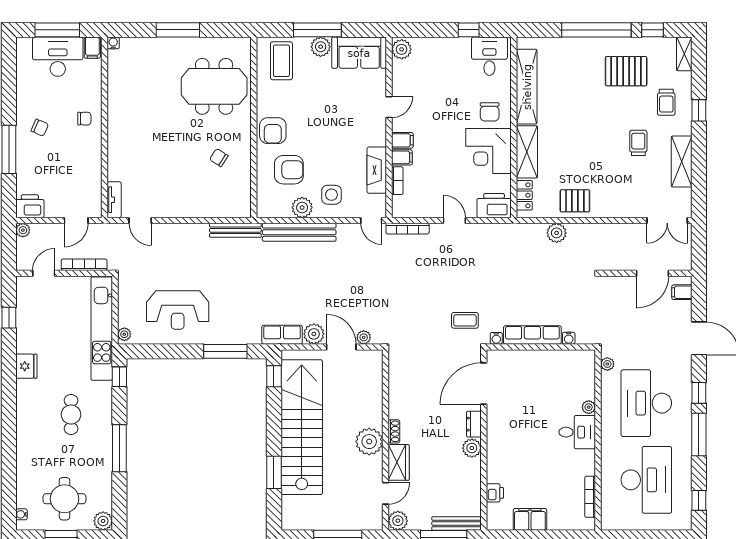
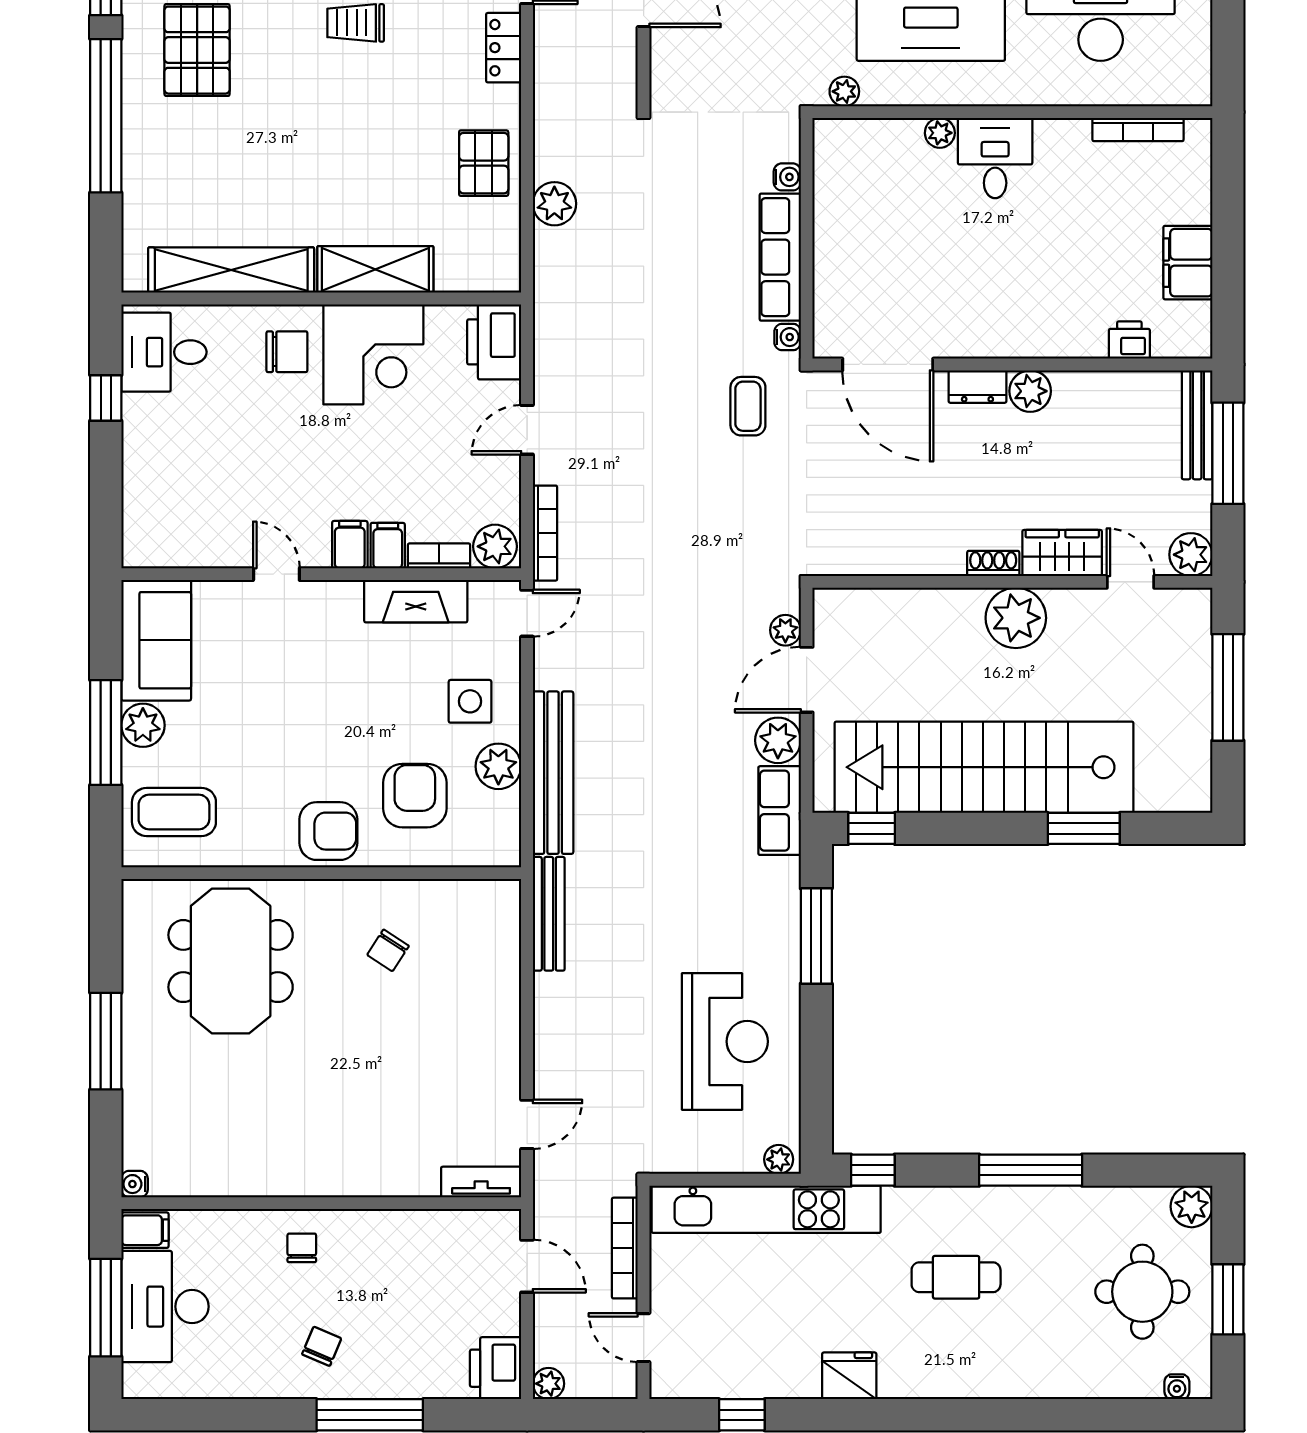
plant: (402, 49) -> (495, 546), moved
locker: (524, 195) -> (504, 48), moved, turned -90

